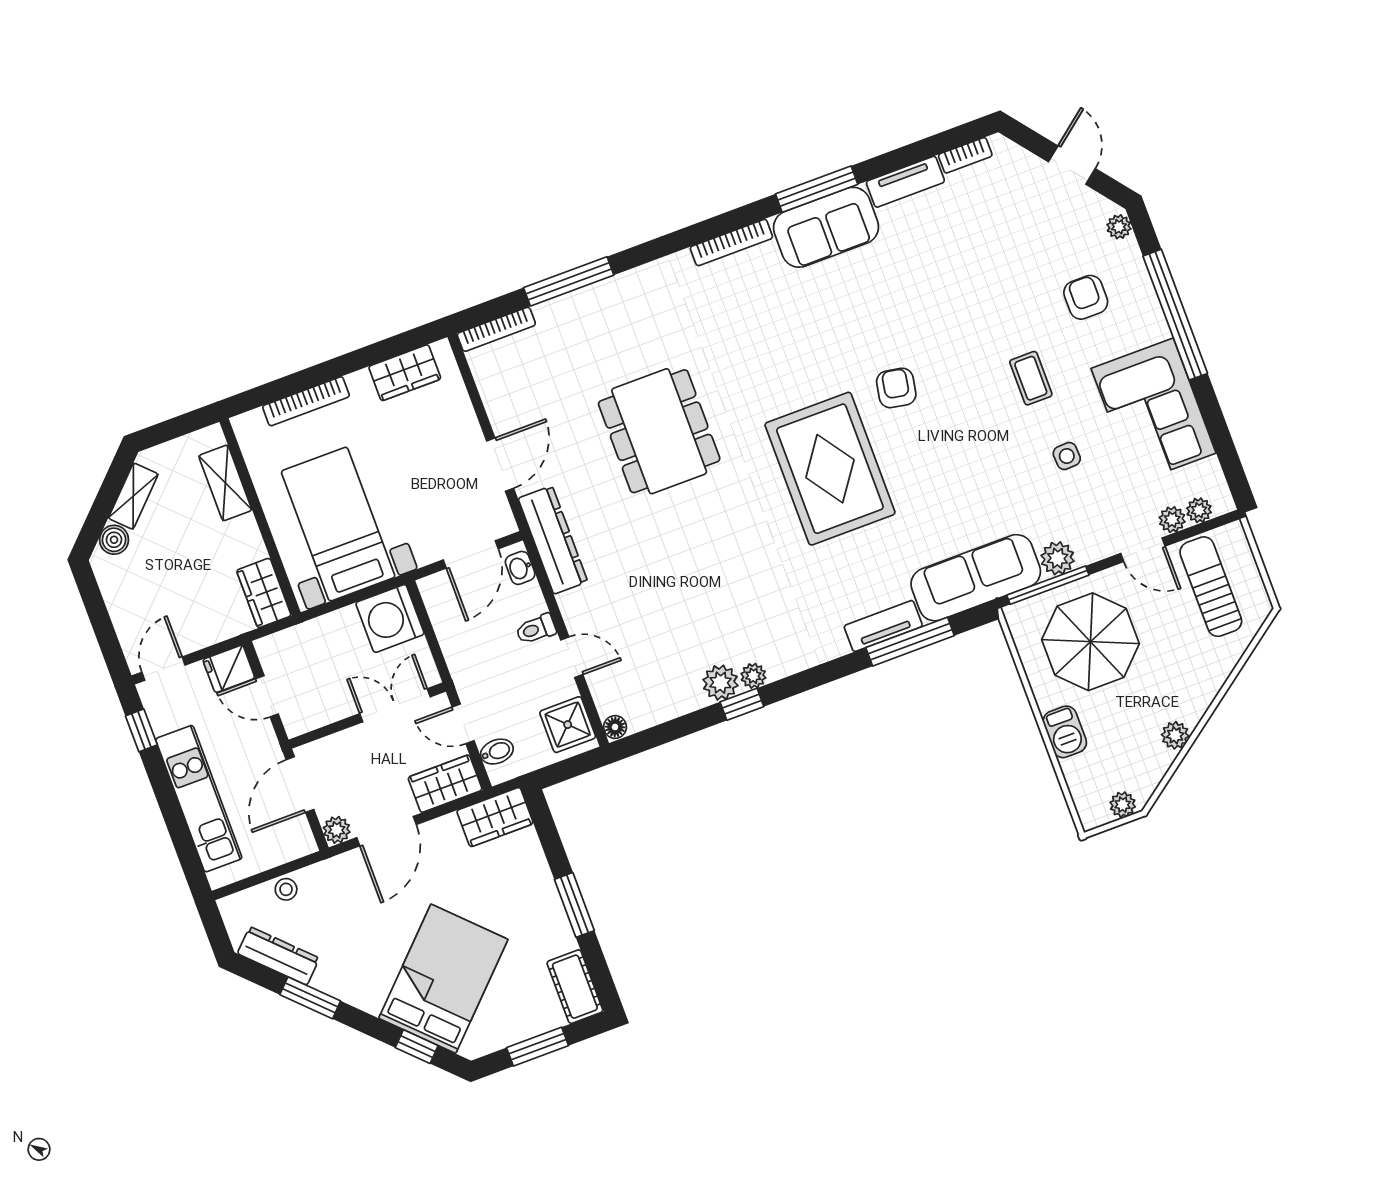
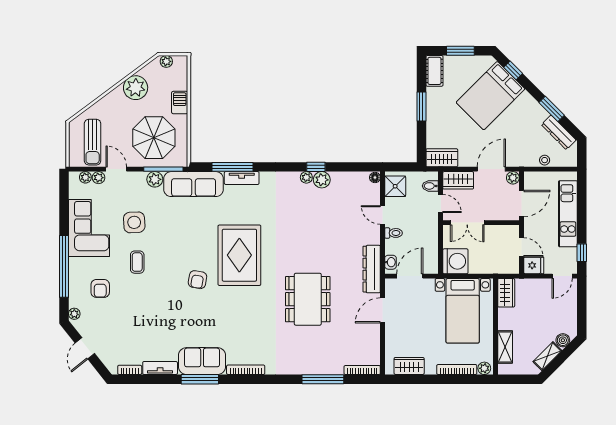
plant: (251, 424) -> (484, 368), added
side table: (1067, 456) -> (134, 222), width x1.87, depth x1.87
plant: (1175, 735) -> (136, 88), width x1.88, depth x1.88

